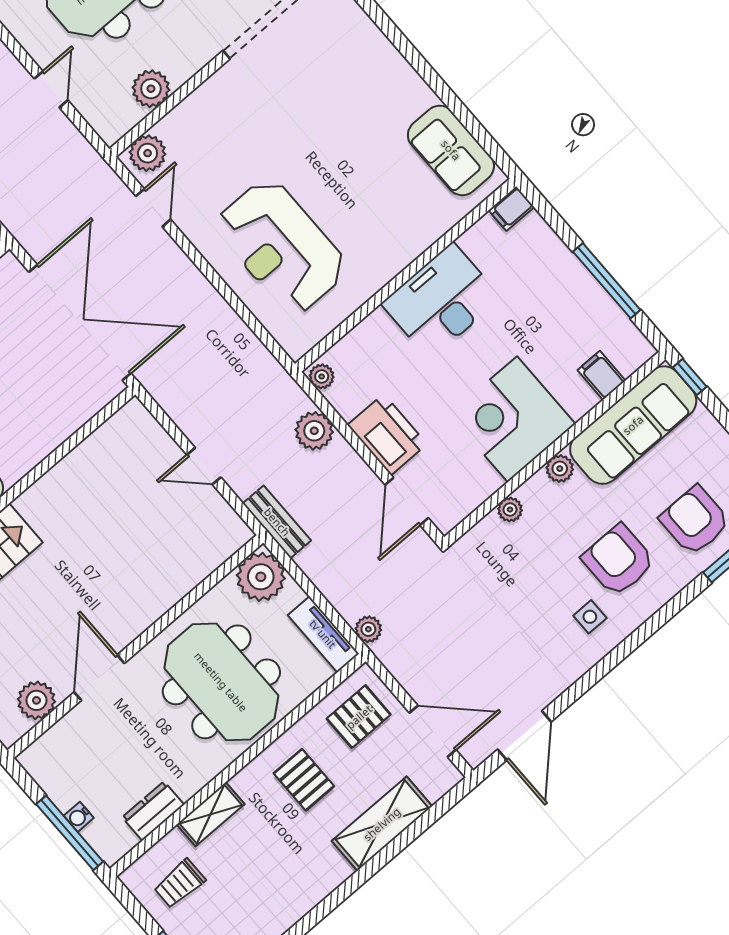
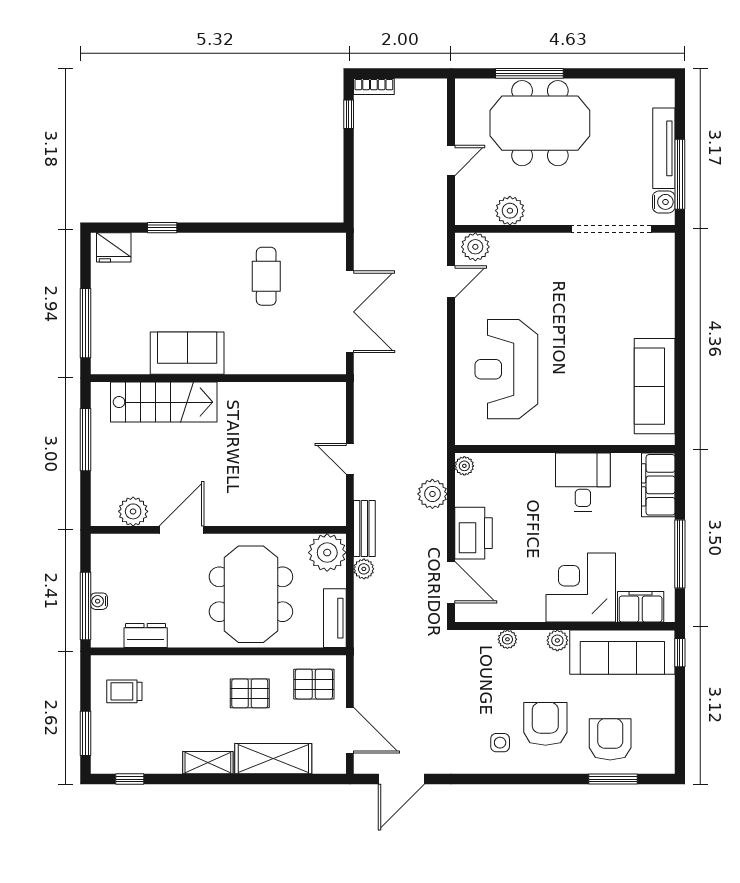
sofa: (451, 150) -> (655, 386), width x1.36
filing cabinet: (511, 209) -> (658, 485), width x3.00, depth x1.17
desk: (441, 301) -> (583, 482), width x0.73
double door: (80, 323) -> (350, 312), width x0.73
filing cabinet: (601, 375) -> (641, 607), width x2.00
corner desk: (512, 419) -> (581, 588), moved
door: (407, 501) -> (451, 582), swing flipped
plant: (368, 629) -> (364, 569), moved
pallet: (304, 780) -> (250, 693), turned 90
shelving: (211, 814) -> (208, 763), moved

